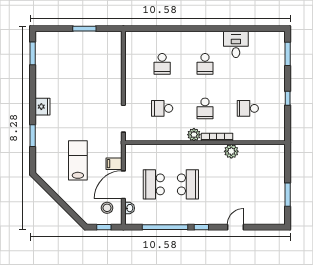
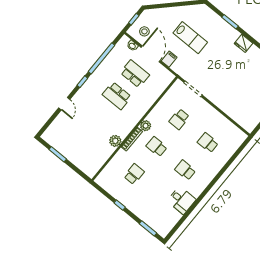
school desk: (162, 108) -> (179, 119), turned 180

